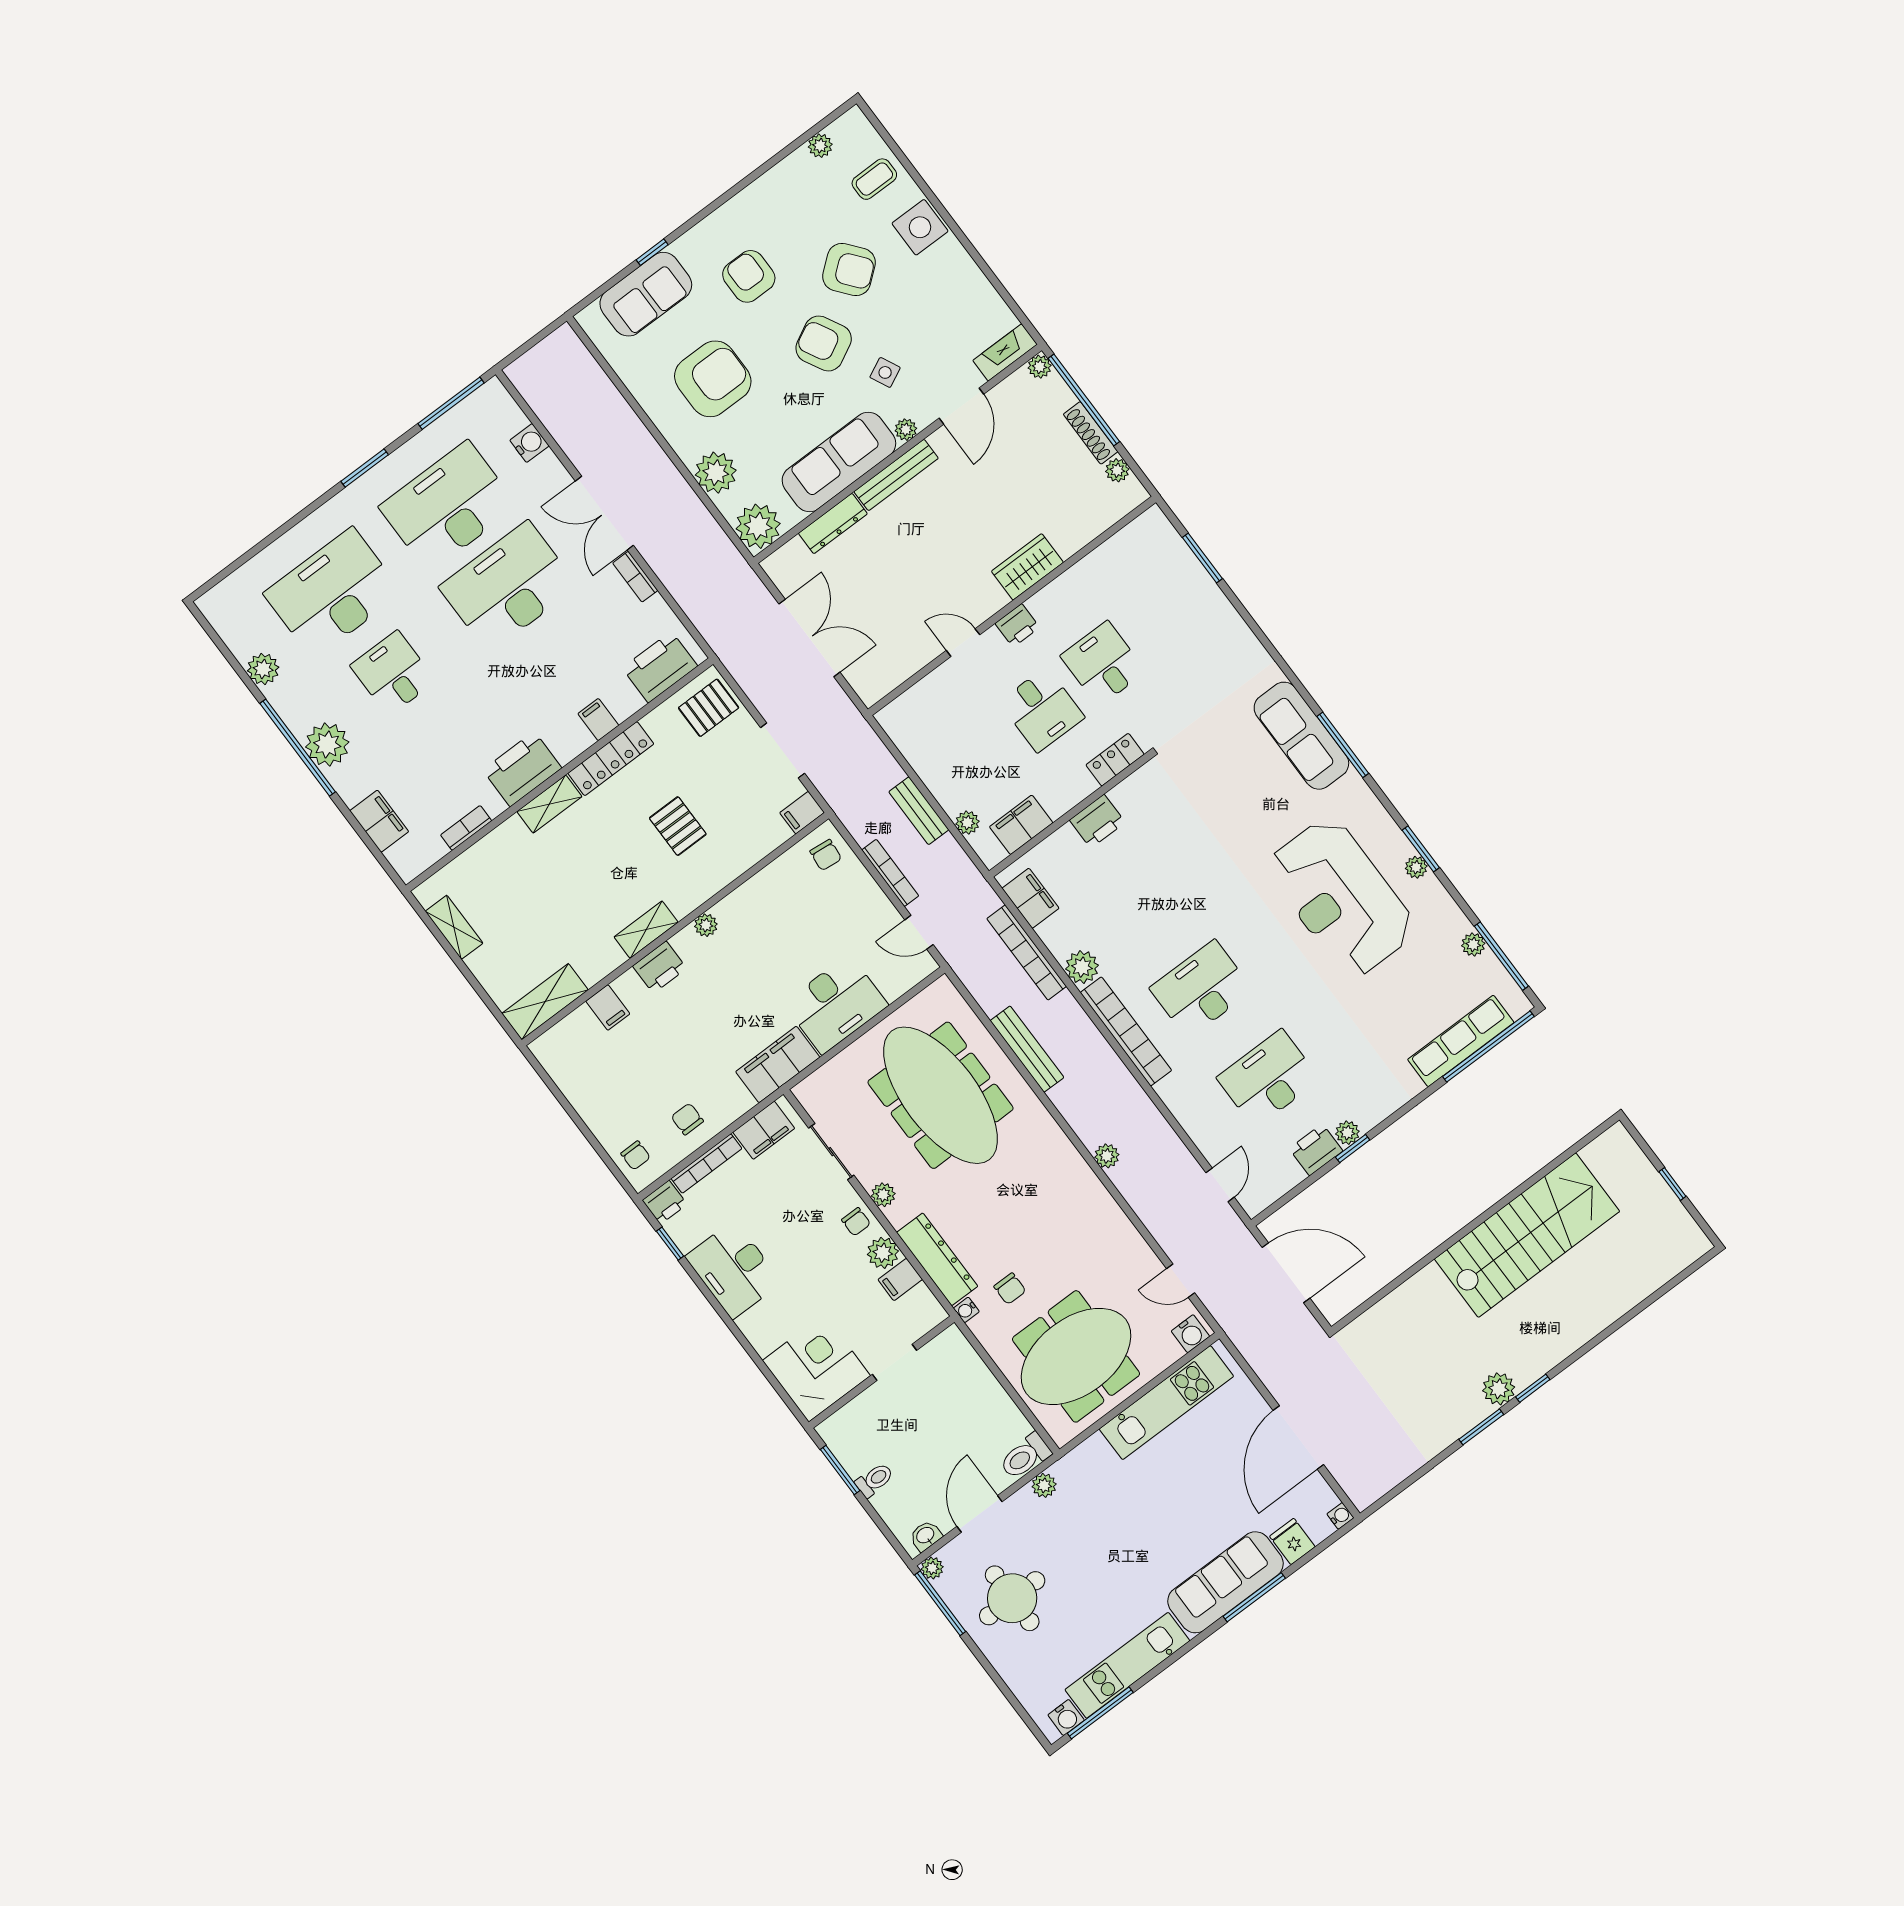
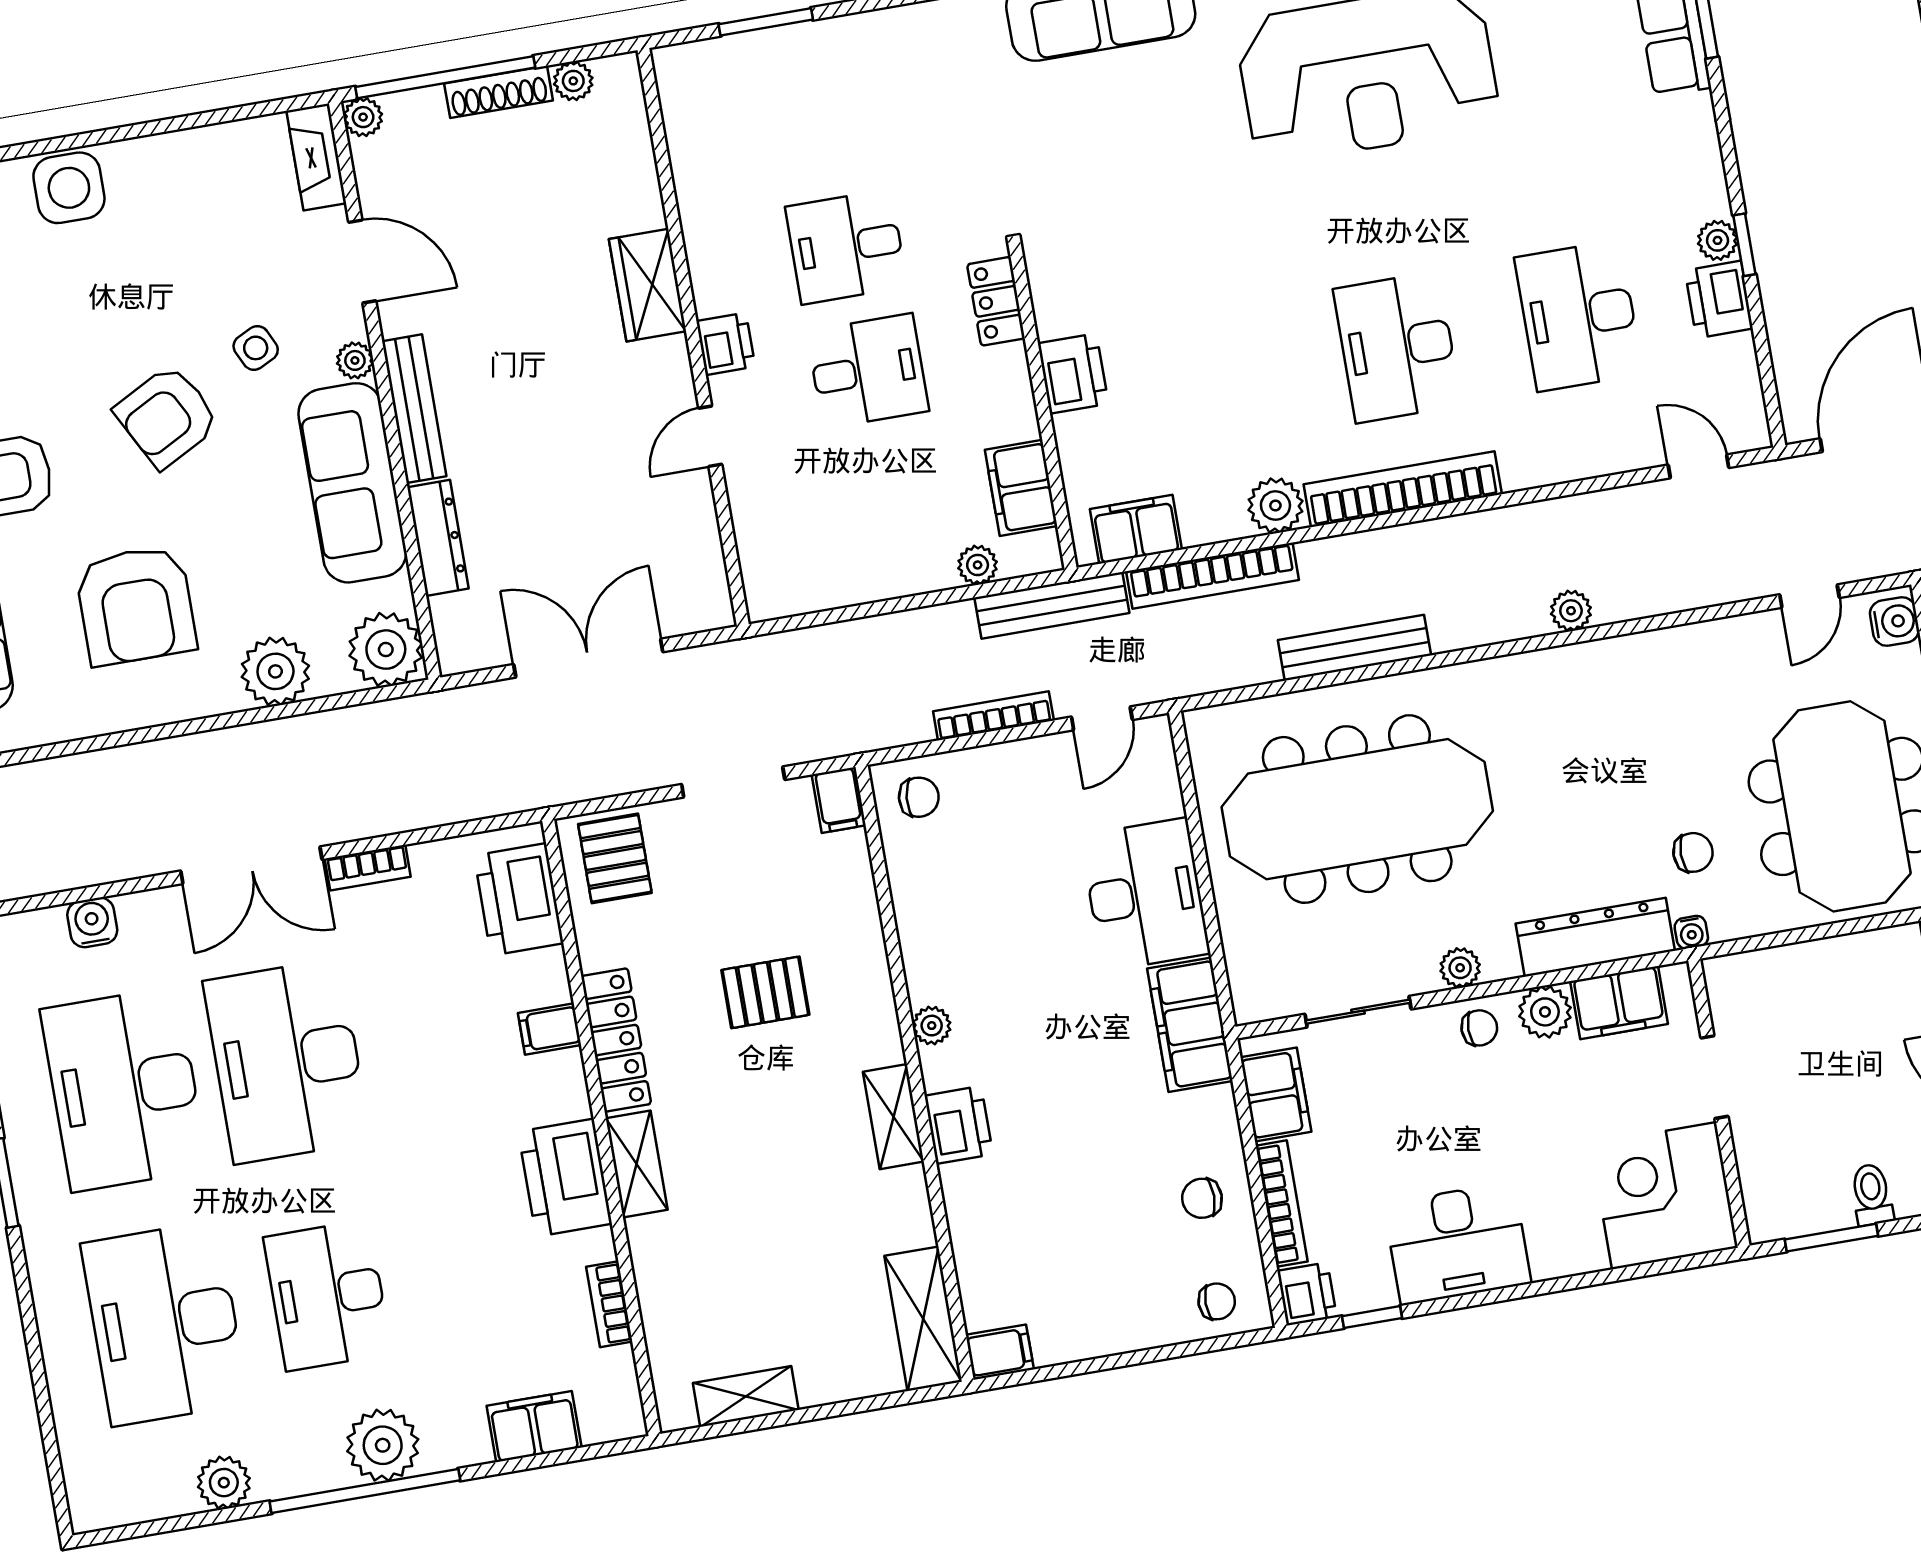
armchair: (849, 269) -> (78, 324), removed
armchair: (713, 379) -> (136, 605), turned 180
desk: (393, 673) -> (327, 1295), width x1.37
bench: (919, 811) -> (1052, 605), moved, width x1.36
filing cabinet: (608, 1007) -> (1000, 1352), moved
filing cabinet: (900, 1279) -> (1619, 1003), width x2.00

